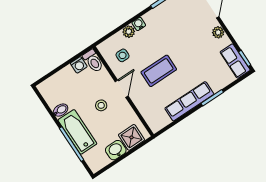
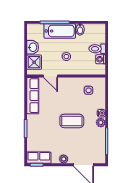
plant: (129, 32) -> (101, 123), moved
toilet: (93, 61) -> (97, 49), moved
coffee table: (159, 71) -> (72, 121), moved, turned 90
door: (122, 89) -> (51, 76), moved
row of seats: (189, 101) -> (33, 96), moved

